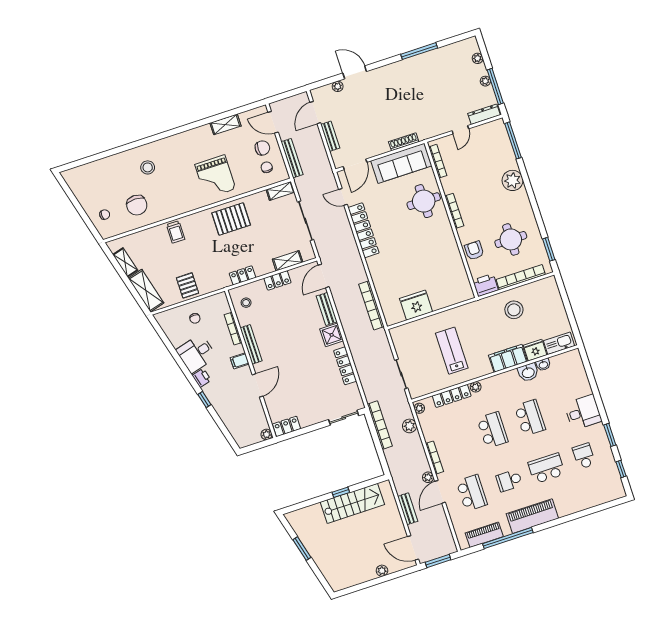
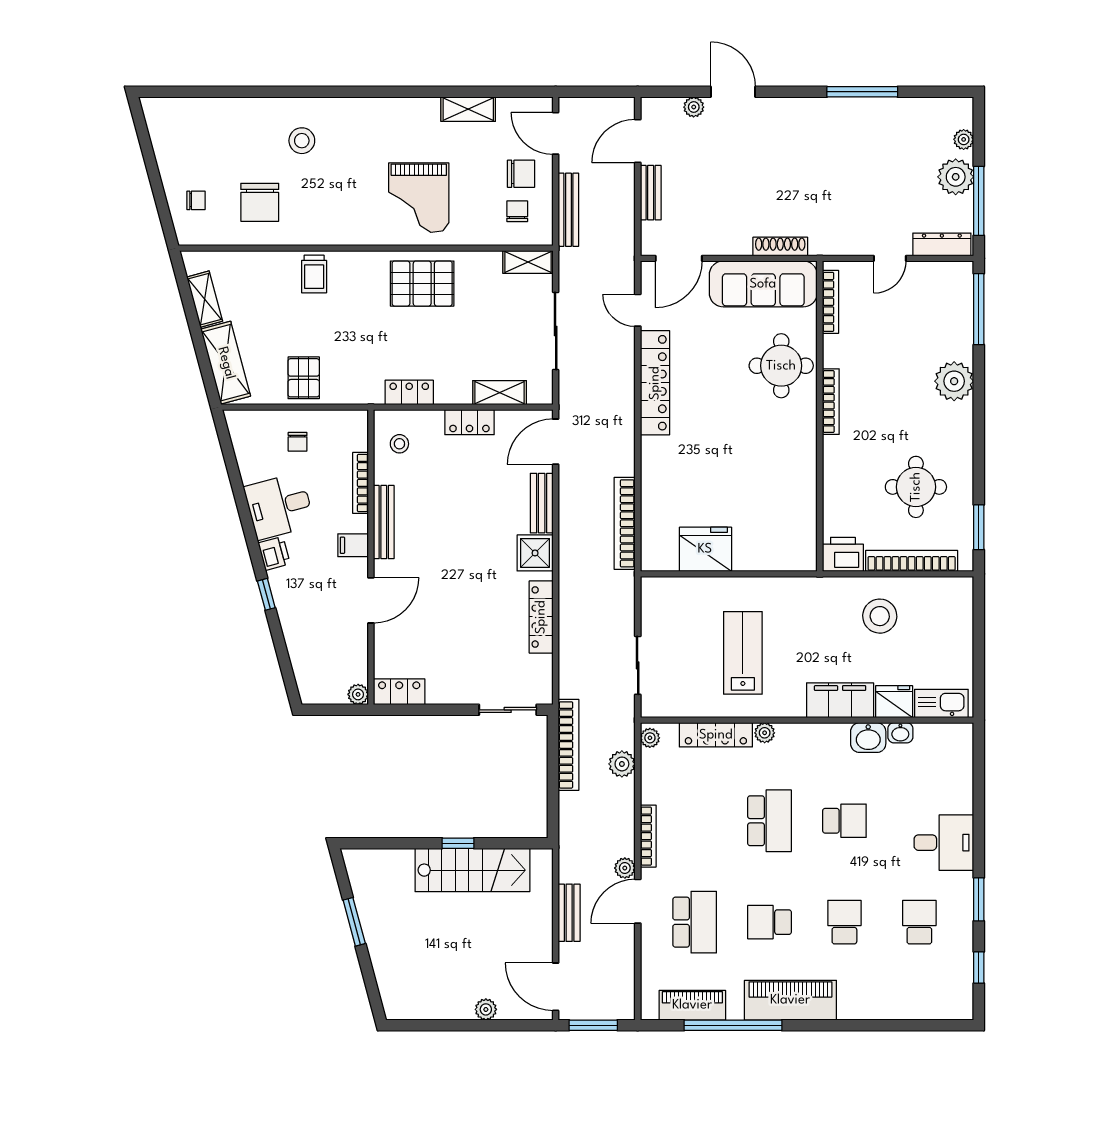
plant: (485, 81) -> (956, 177), width x1.88, depth x1.88
armchair: (474, 250) -> (843, 485), removed
school desk: (530, 418) -> (844, 821), width x0.54
school desk: (547, 468) -> (844, 922), width x0.54

